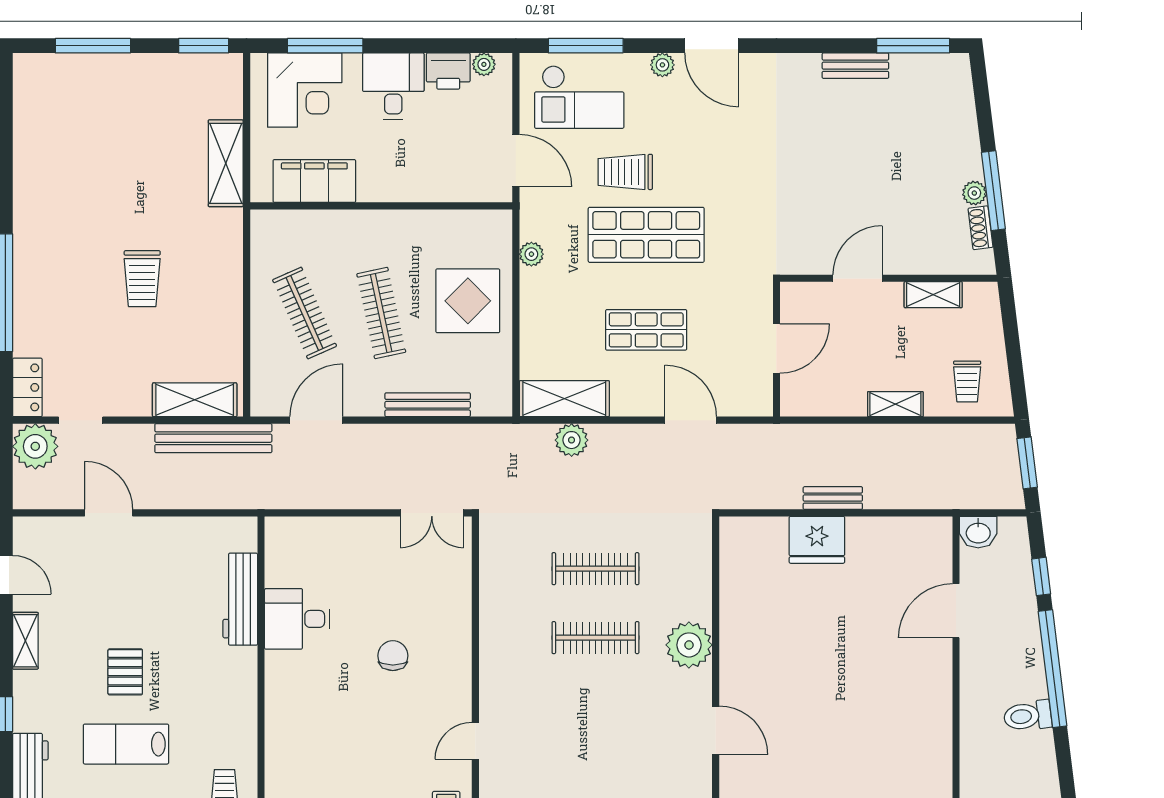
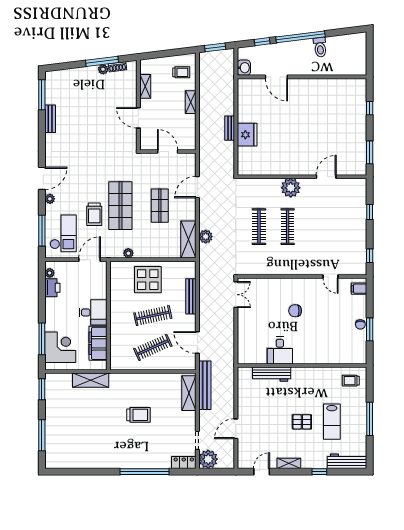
desk: (393, 86) -> (93, 312), moved, turned 180

